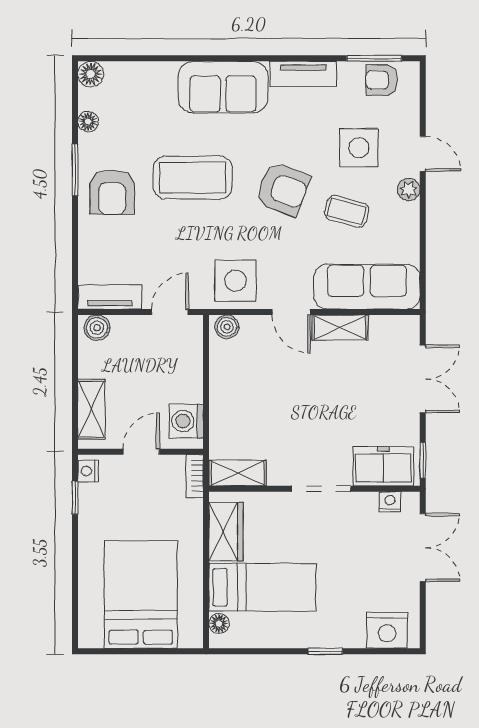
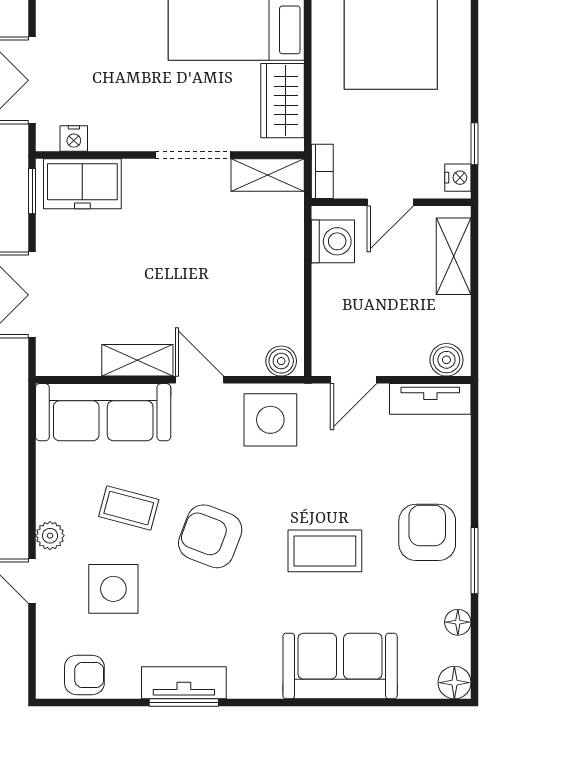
window: (374, 58) -> (184, 703), moved
sofa: (223, 87) -> (340, 666), moved
coffee table: (193, 178) -> (325, 551), width x0.73, depth x0.76
doorway: (321, 489) -> (193, 155), moved

